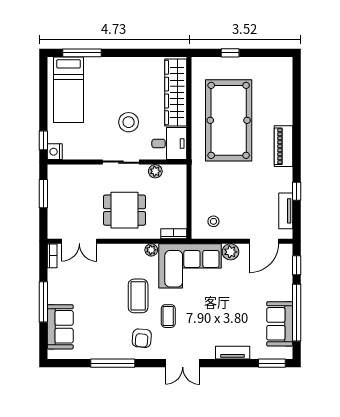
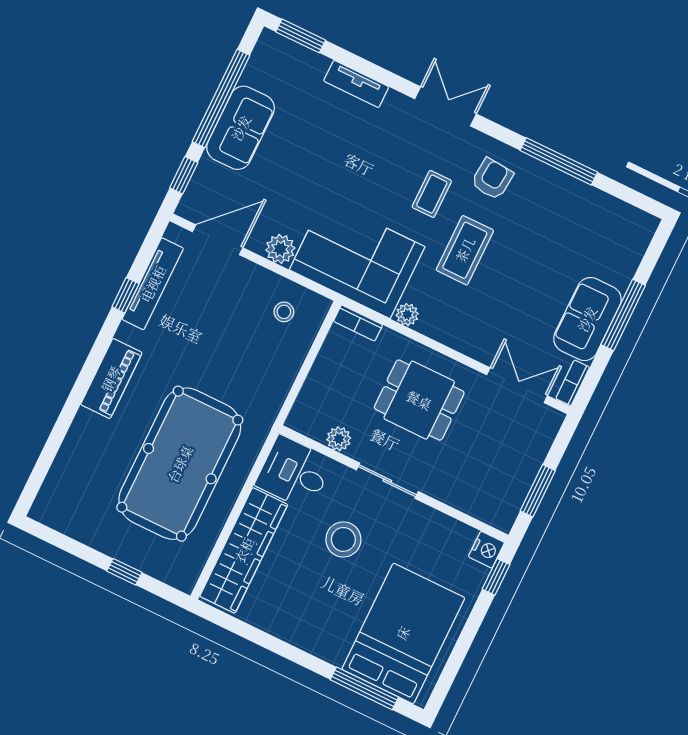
bed: (68, 90) -> (403, 633), width x1.50
tv unit: (286, 211) -> (153, 284), width x1.41
sofa: (280, 324) -> (241, 128), moved
sofa: (60, 327) -> (587, 319), moved

